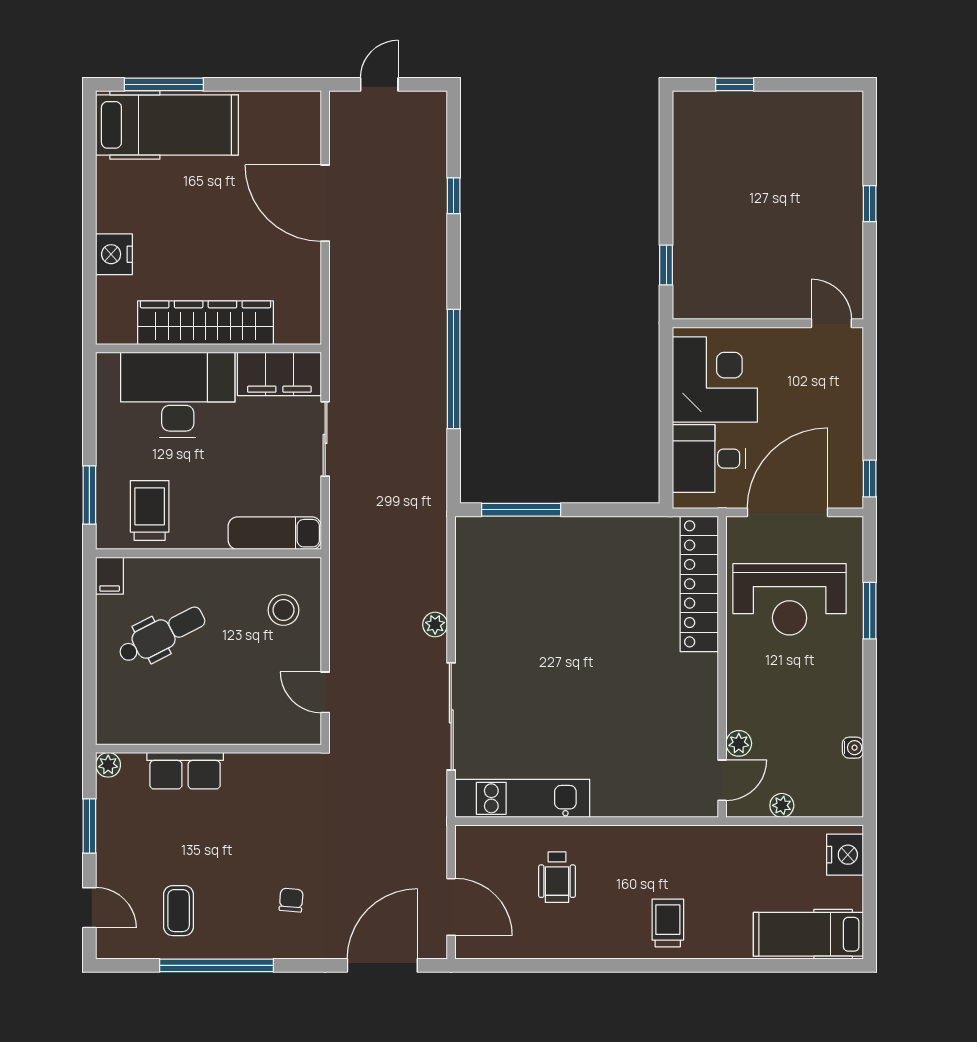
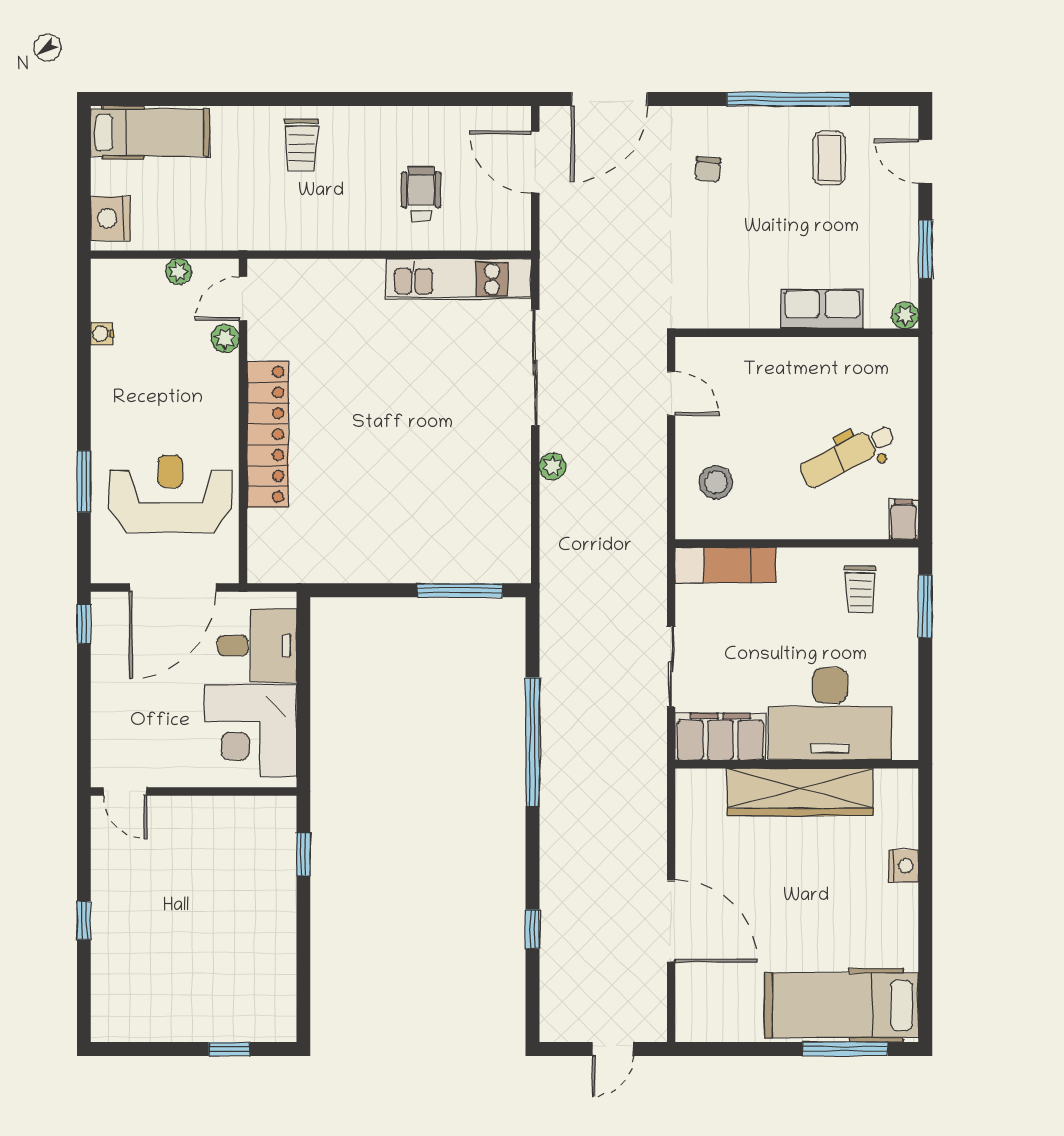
nightstand: (114, 254) -> (904, 866), width x0.74, depth x0.75
trolley: (150, 511) -> (860, 590), width x0.73, depth x0.72
locker: (699, 584) -> (268, 434), moved

